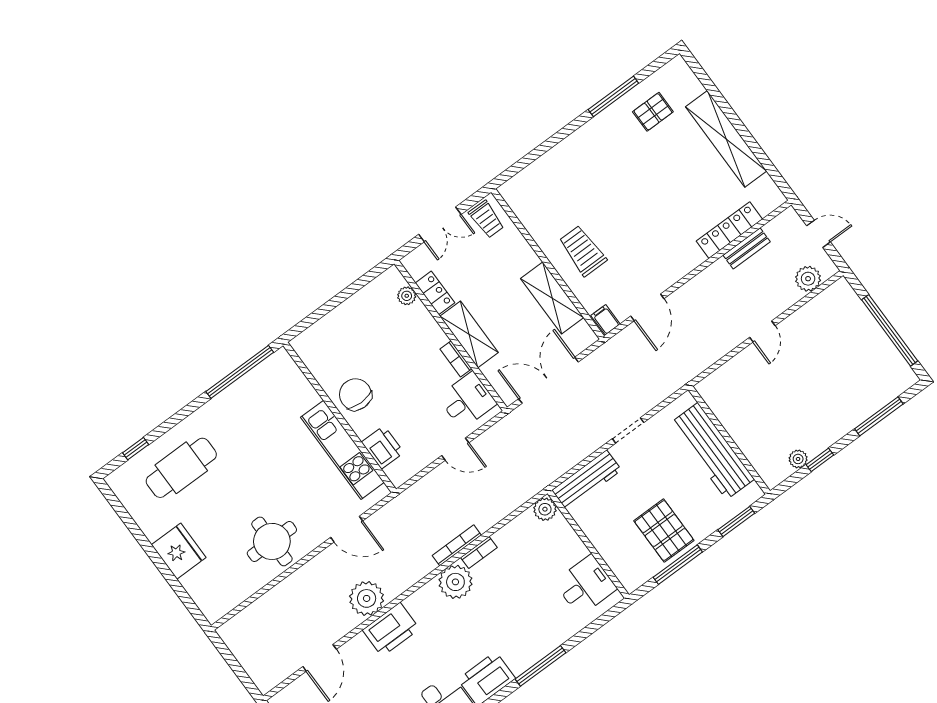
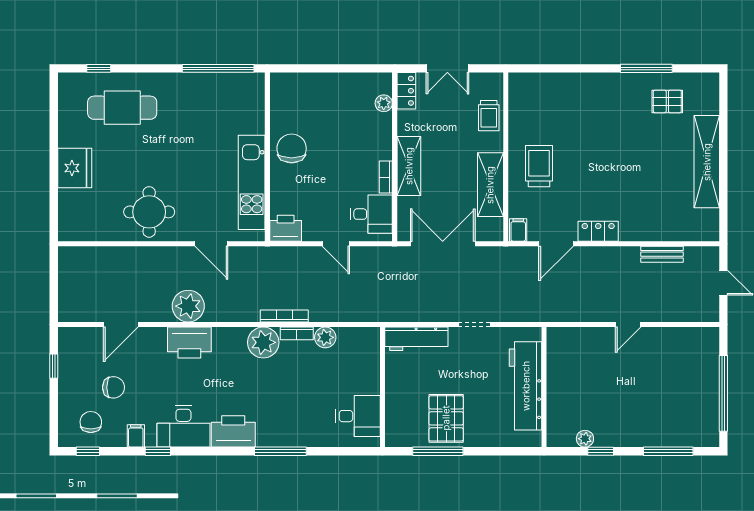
trolley: (487, 219) -> (489, 116), moved
locker: (729, 230) -> (598, 231), moved, width x0.66
plant: (808, 279) -> (691, 310), removed
locker: (435, 293) -> (406, 91), moved
printer: (383, 447) -> (286, 228), moved, turned -90
plant: (545, 509) -> (325, 337), moved
window: (736, 521) -> (505, 451), removed

